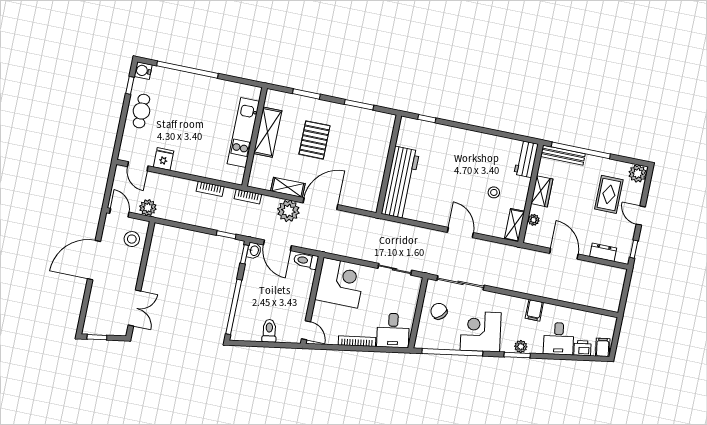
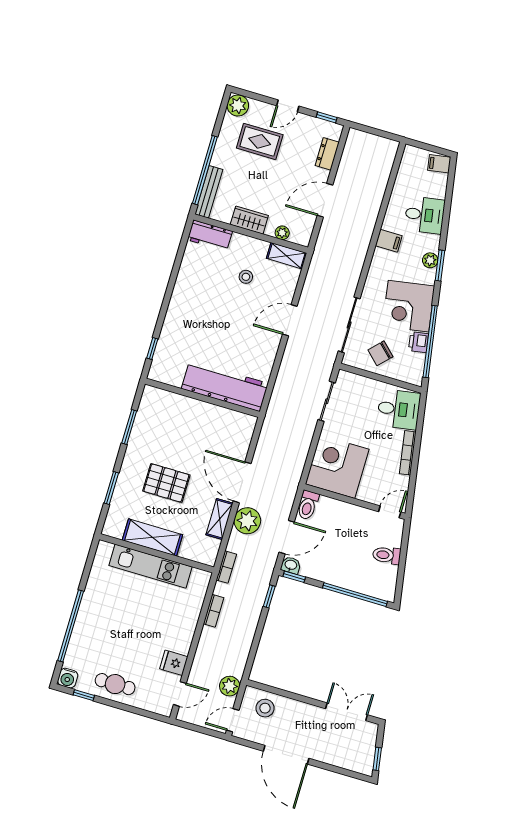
printer: (582, 348) -> (418, 342), moved

